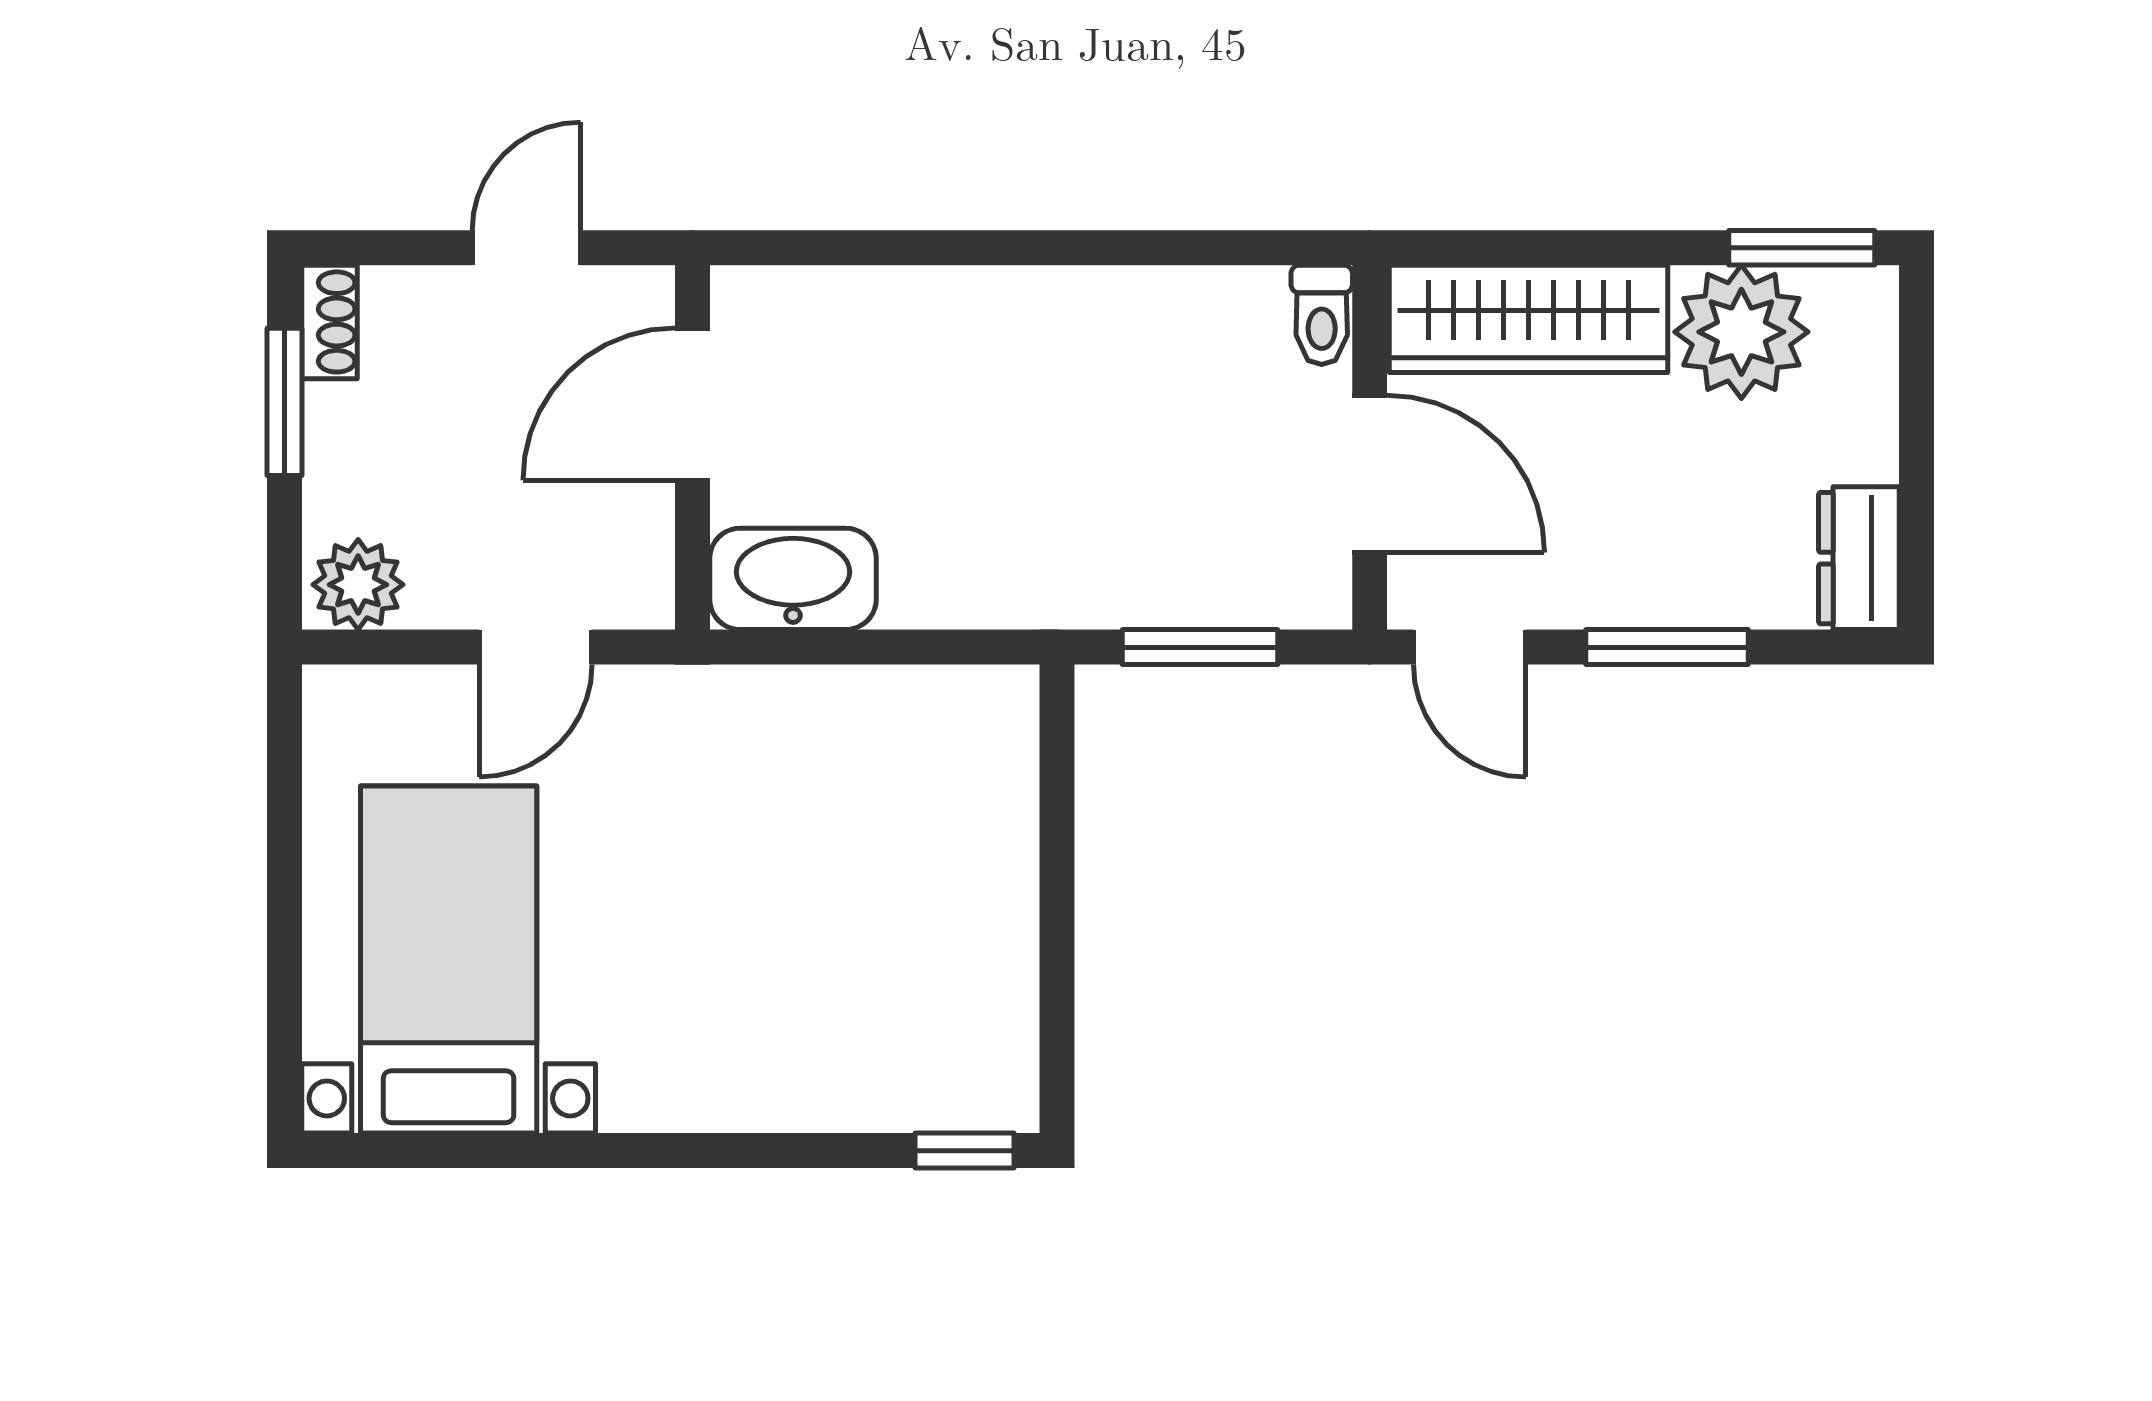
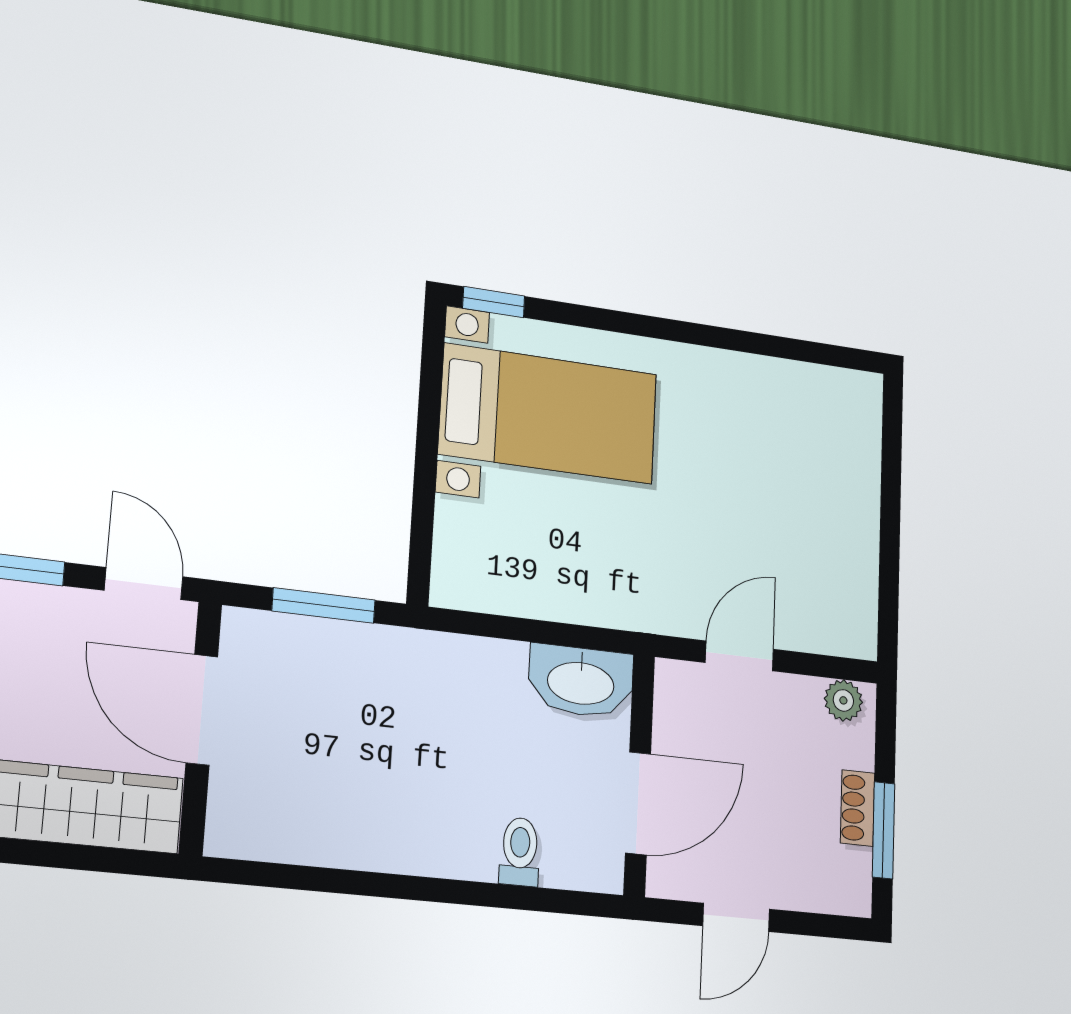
toilet: (1322, 315) -> (520, 852), moved
shoe rack: (329, 322) -> (858, 808), moved
plant: (358, 585) -> (843, 700), width x0.73, depth x0.73
bed with nightstands: (449, 960) -> (549, 414), moved, turned -90

